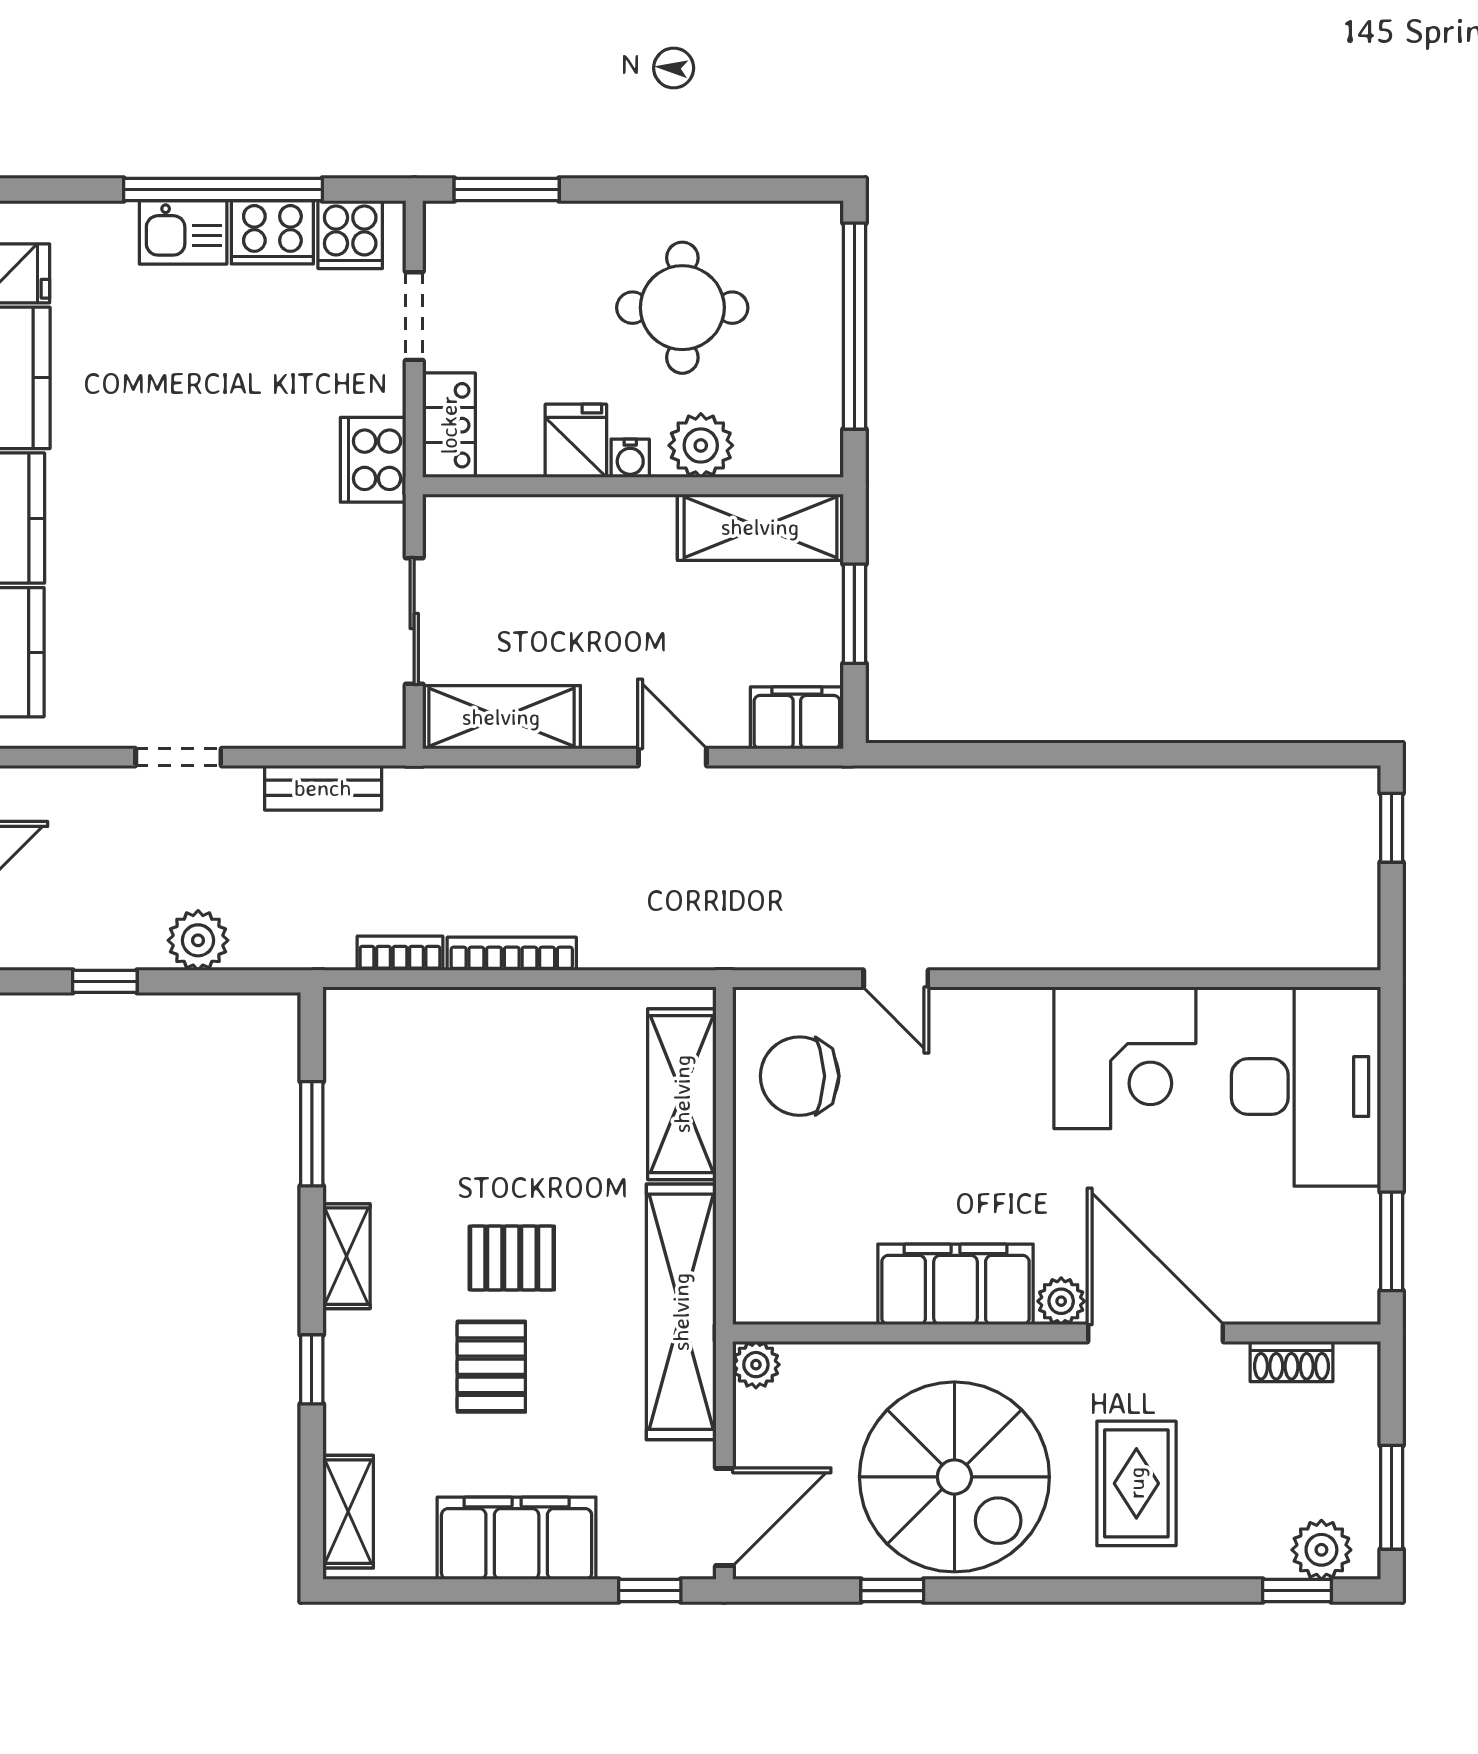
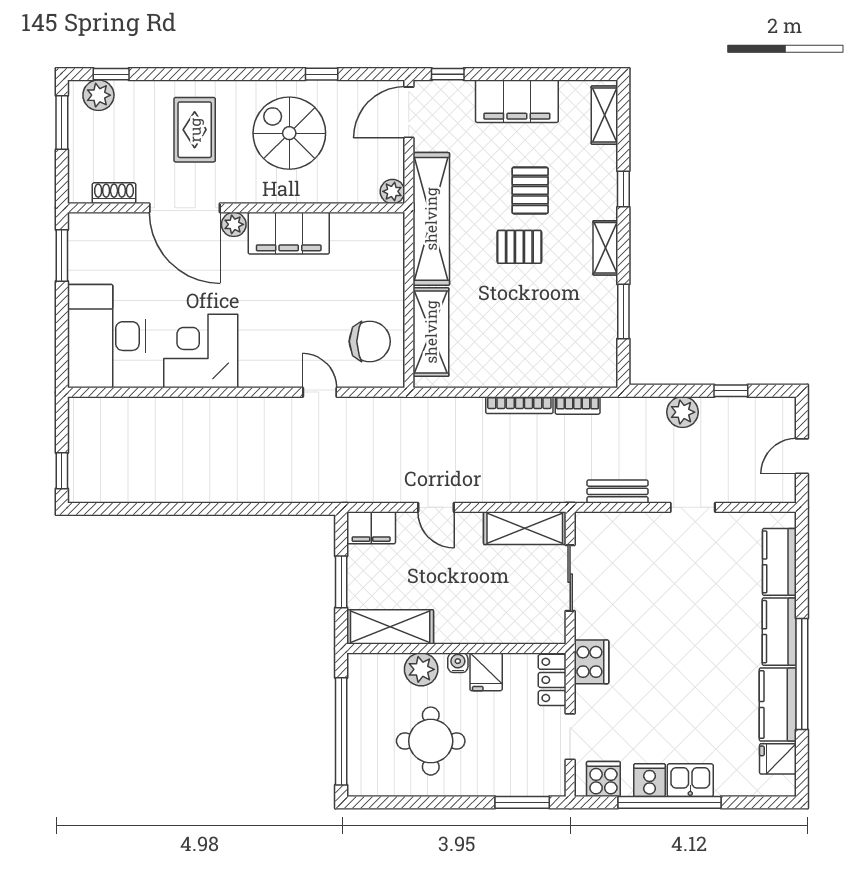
cooker: (272, 232) -> (650, 780), width x0.73
spiral stairs: (954, 1477) -> (289, 133), width x0.73, depth x0.73

